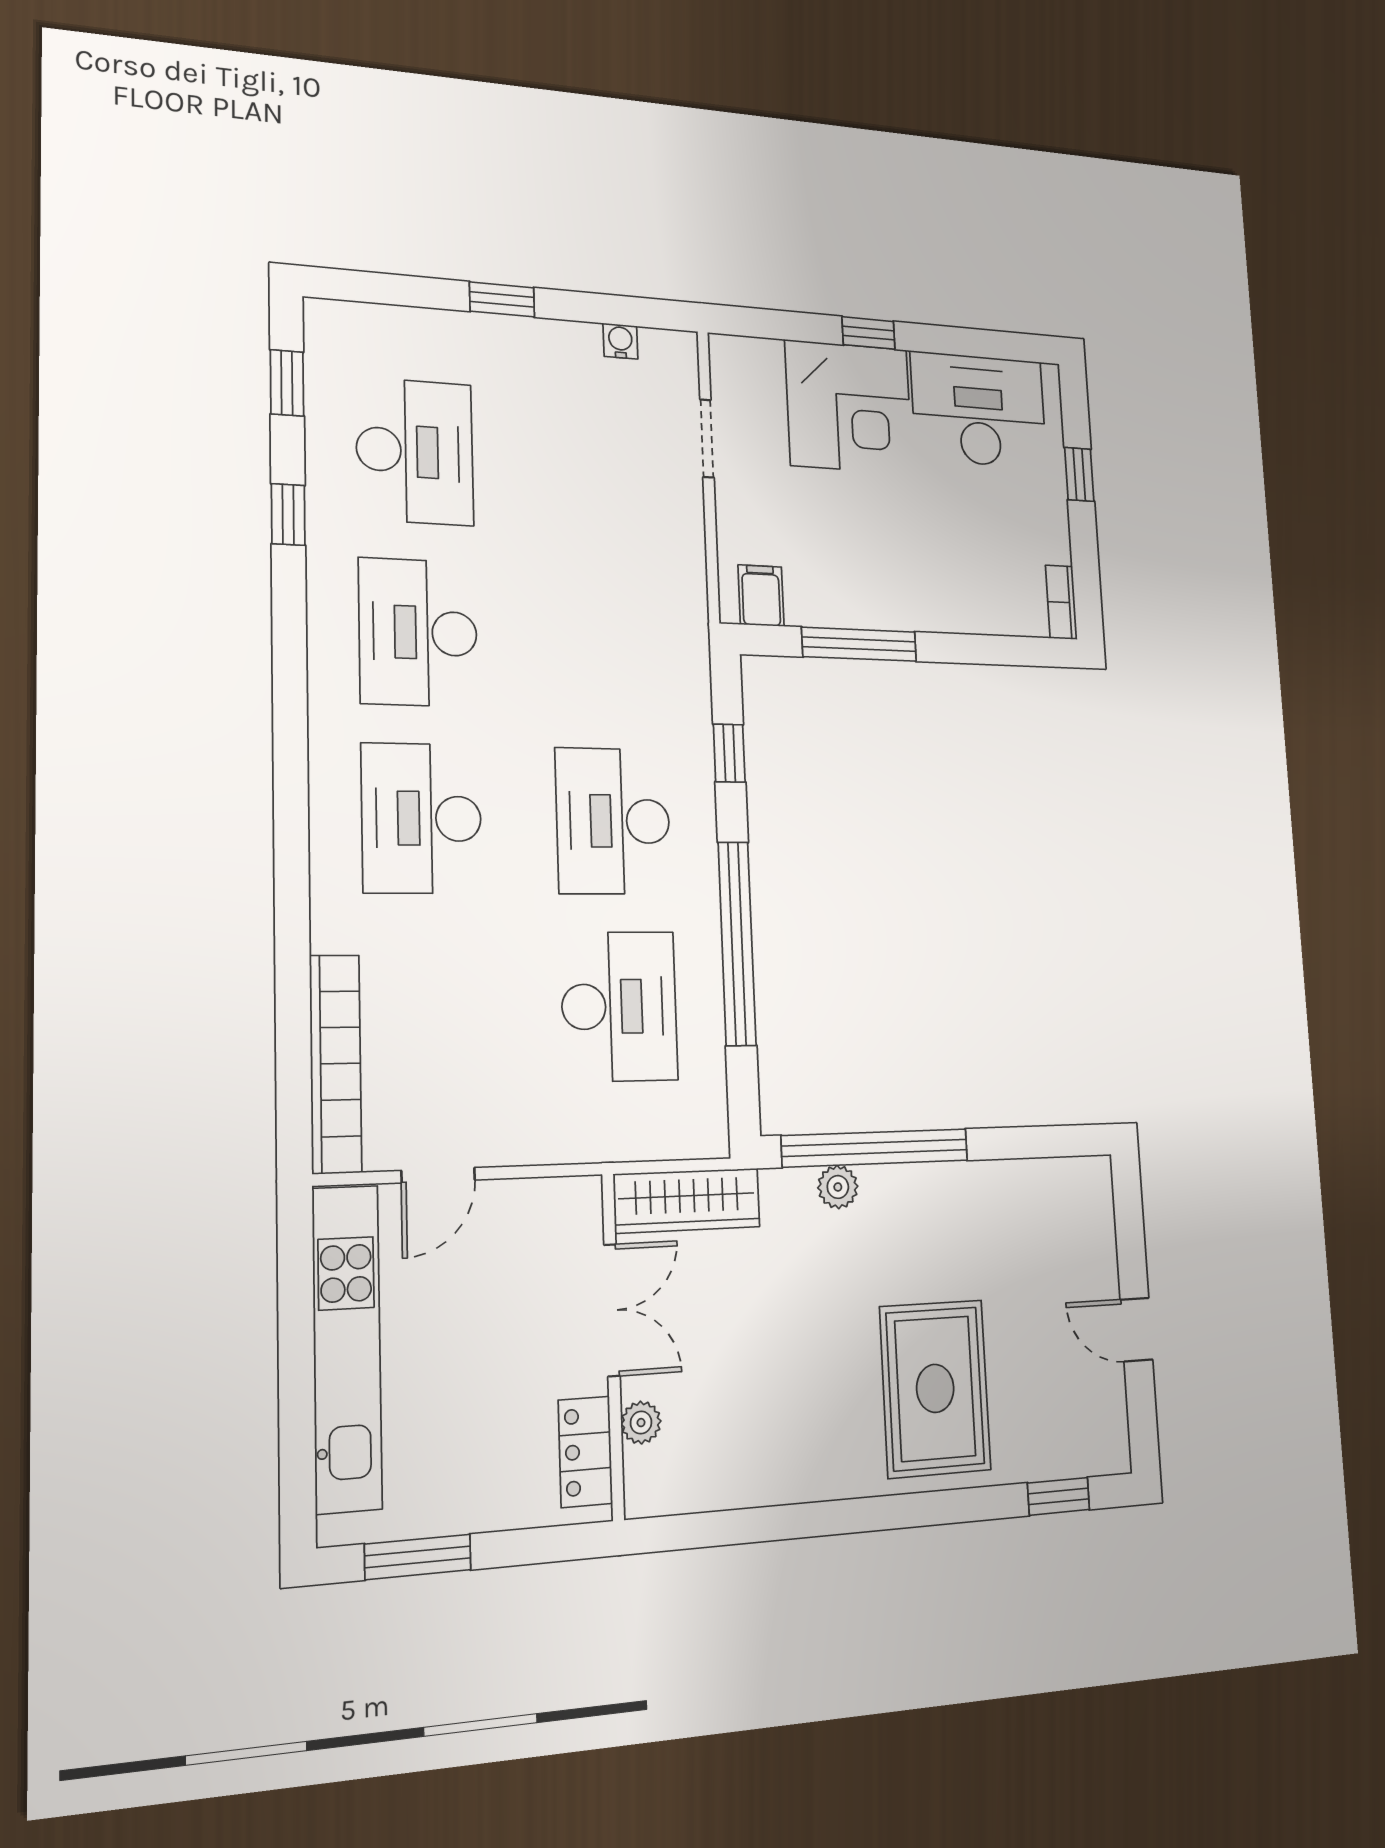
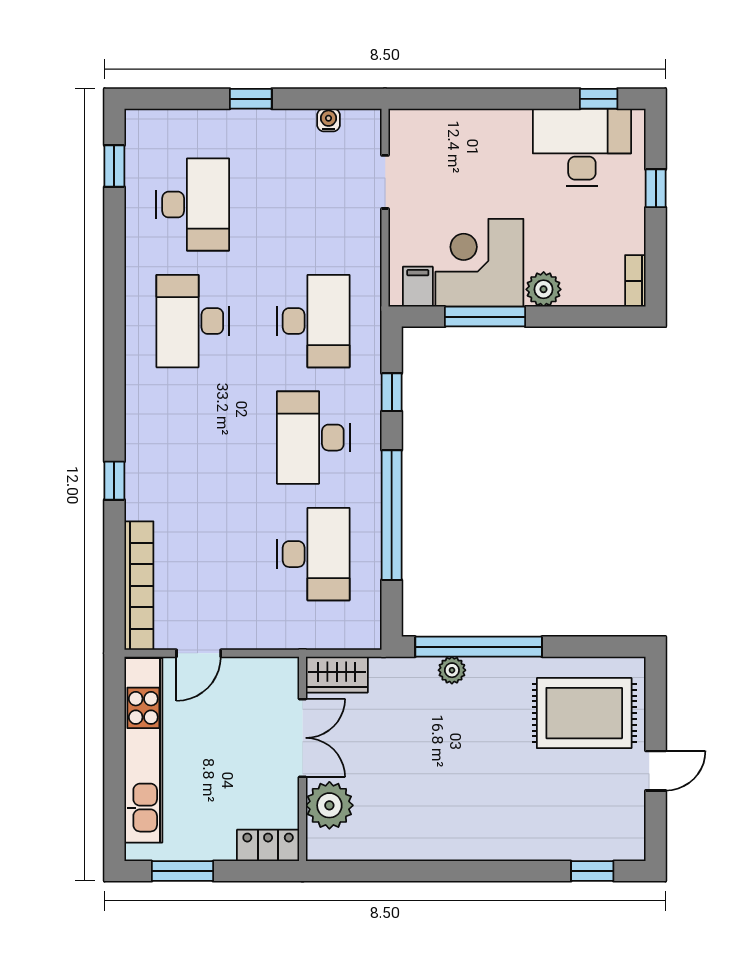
window: (868, 333) -> (599, 99), moved
corner desk: (849, 407) -> (479, 263), moved, turned 180
window: (288, 514) -> (114, 481), moved
plant: (938, 608) -> (544, 289), added
desk: (422, 818) -> (313, 321), moved, turned 180
wardrobe: (687, 1201) -> (337, 675), width x0.67
door: (1136, 1330) -> (656, 771), swing flipped
rug: (935, 1388) -> (584, 713), moved, turned 90
plant: (641, 1423) -> (329, 805), width x1.88, depth x1.88
locker: (585, 1452) -> (268, 845), moved, turned 90

